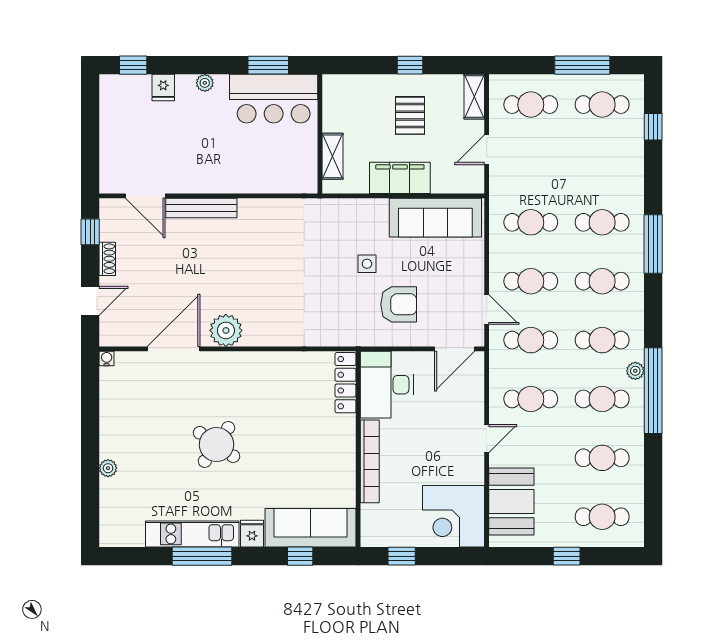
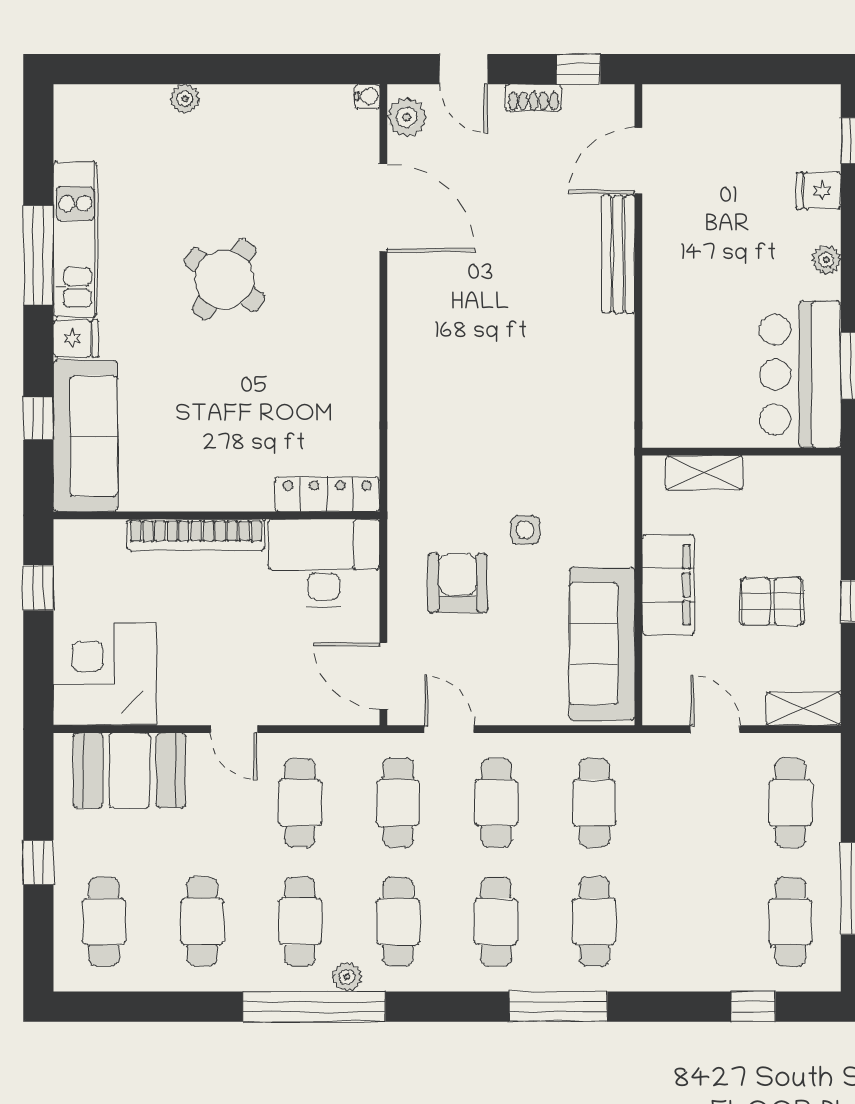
armchair: (399, 304) -> (458, 583), turned 180
door: (487, 309) -> (449, 729), swing flipped
plant: (226, 330) -> (407, 117), moved, width x0.73, depth x0.73

